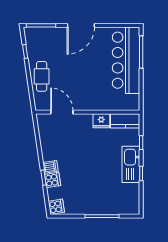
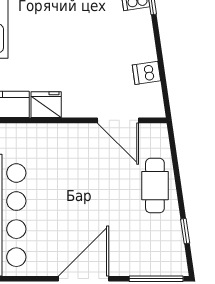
dishwasher: (50, 167) -> (146, 73), moved

